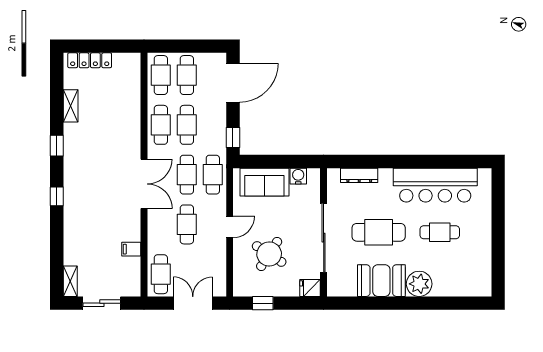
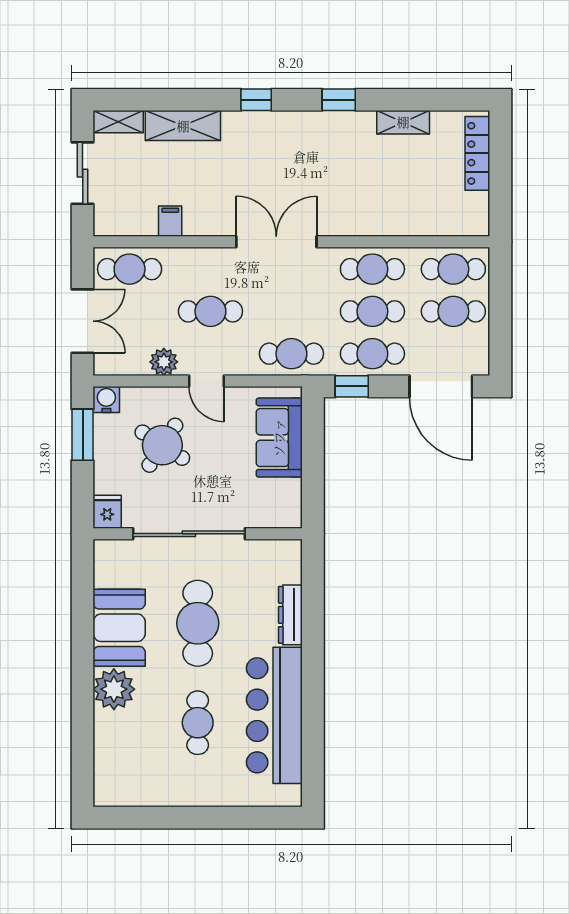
cafe table: (187, 175) -> (372, 354), moved
dresser: (359, 175) -> (290, 615), moved
water cooler: (298, 176) -> (106, 400), moved, turned -90
double door: (144, 184) -> (276, 242), swing flipped
shelving: (73, 241) -> (183, 126), added
plant: (218, 253) -> (164, 362), added
window: (263, 303) -> (83, 435), width x1.50

